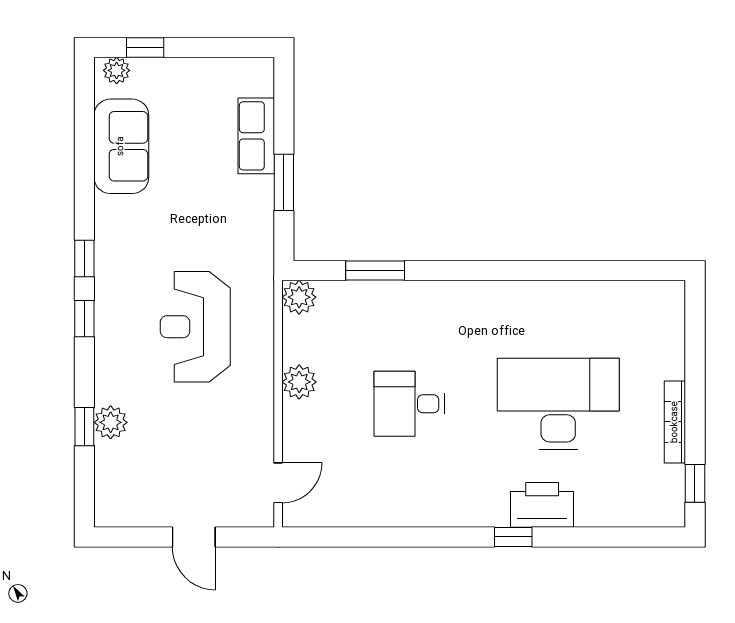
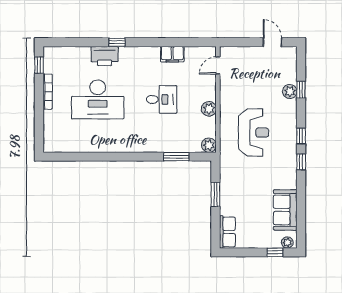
row of seats: (256, 136) -> (227, 232), moved
filing cabinet: (384, 509) -> (172, 54), added
door: (194, 537) -> (272, 42), moved

